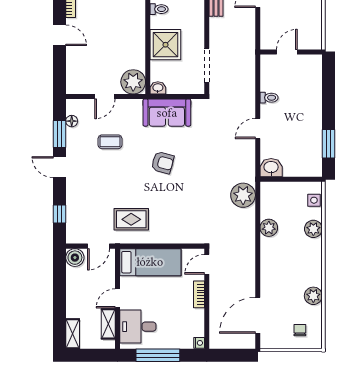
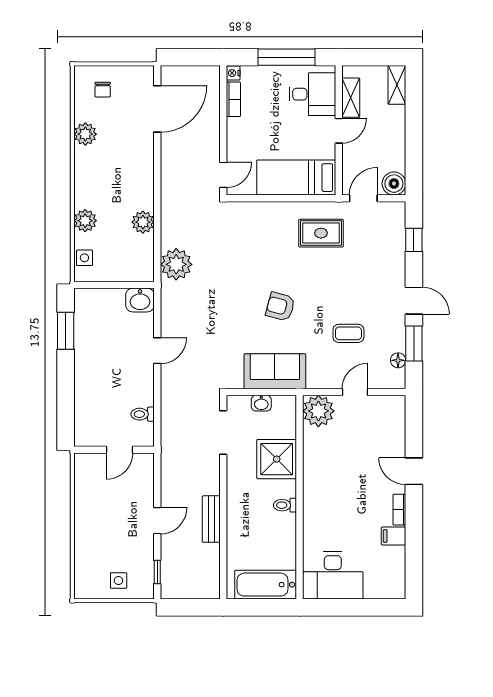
washbasin: (158, 88) -> (261, 403), moved
toilet: (269, 98) -> (143, 414), moved
bookcase: (199, 294) -> (233, 99), moved

